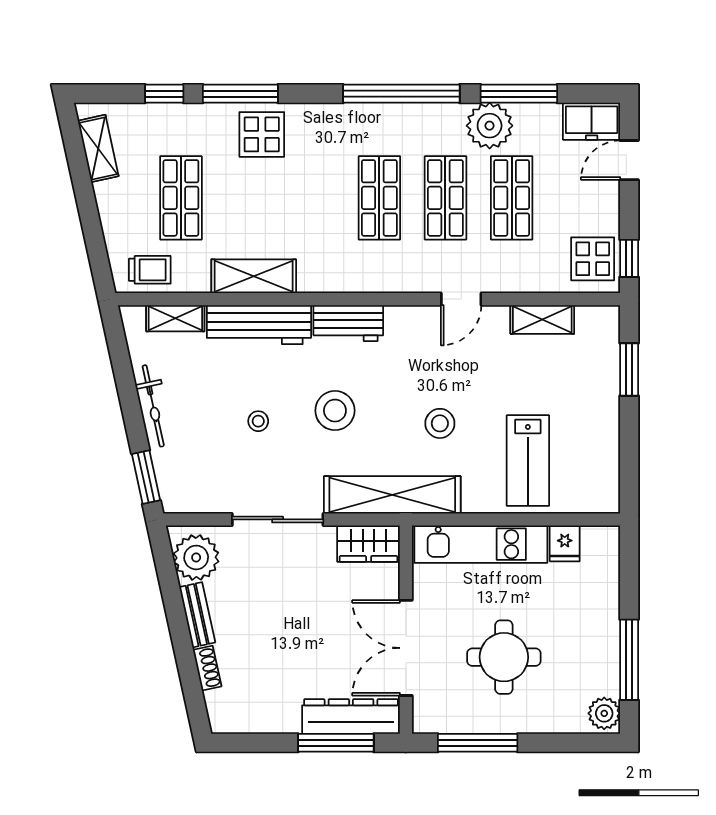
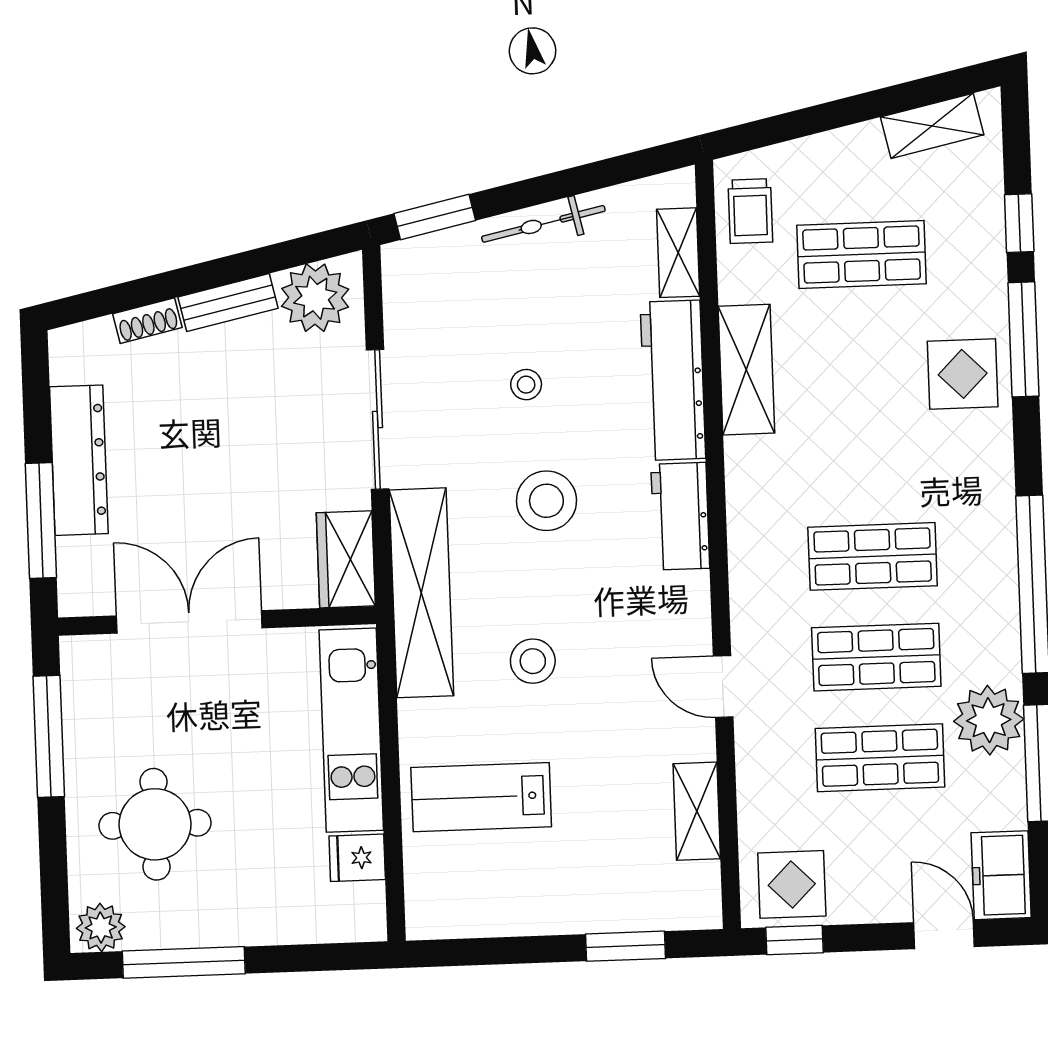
round table: (504, 657) -> (155, 824), moved
dresser: (351, 716) -> (79, 460), moved

